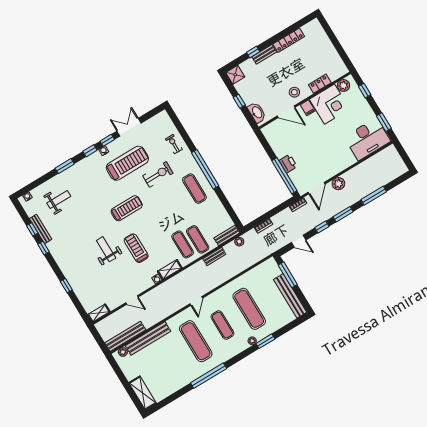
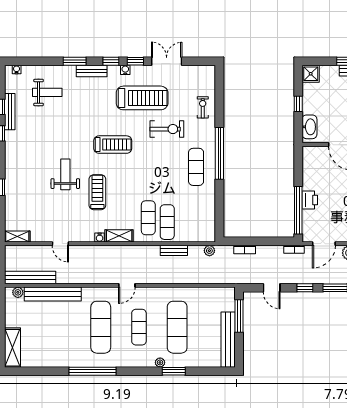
bench: (227, 235) -> (92, 71), moved

